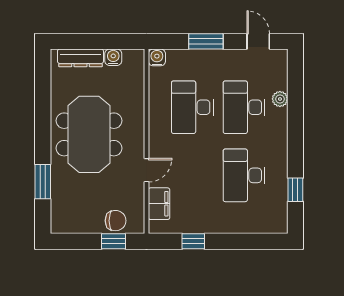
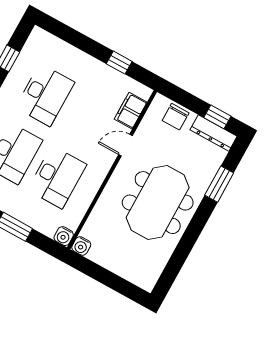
water cooler: (113, 57) -> (81, 246), moved
dresser: (80, 58) -> (214, 133), moved, turned 180
chair: (116, 221) -> (176, 117), turned -90
window: (114, 241) -> (217, 117), moved

